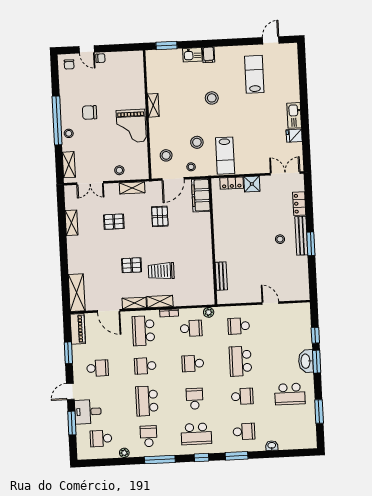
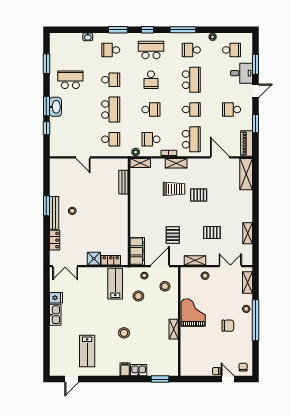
shelving: (134, 303) -> (140, 163), moved
school desk: (242, 396) -> (111, 80), turned 180
school desk: (149, 436) -> (191, 50), turned 90

